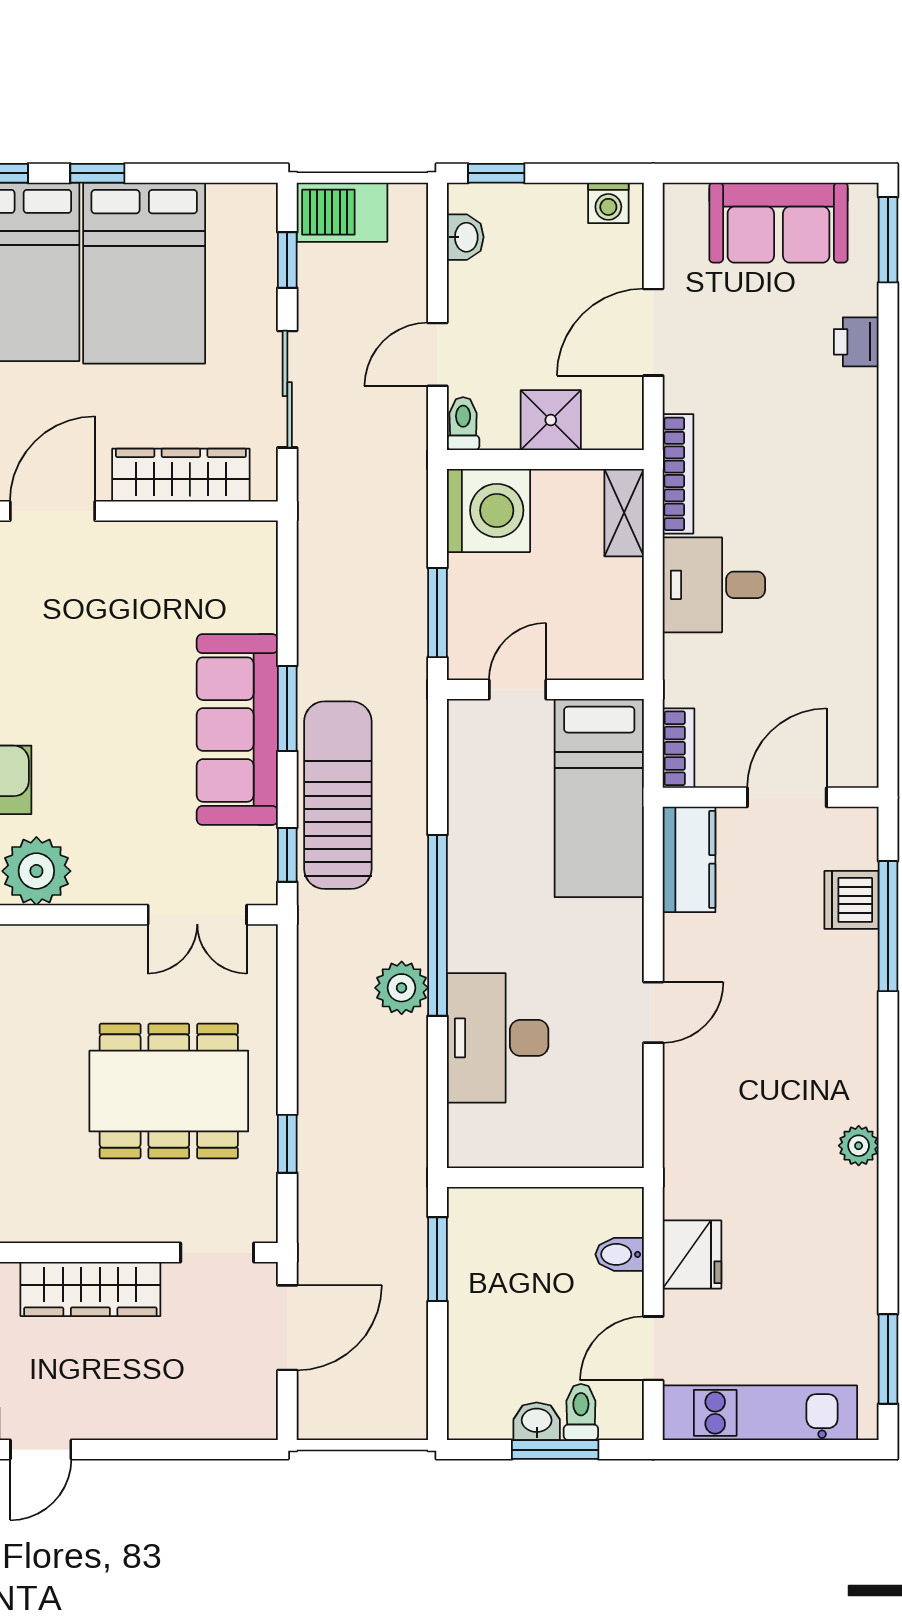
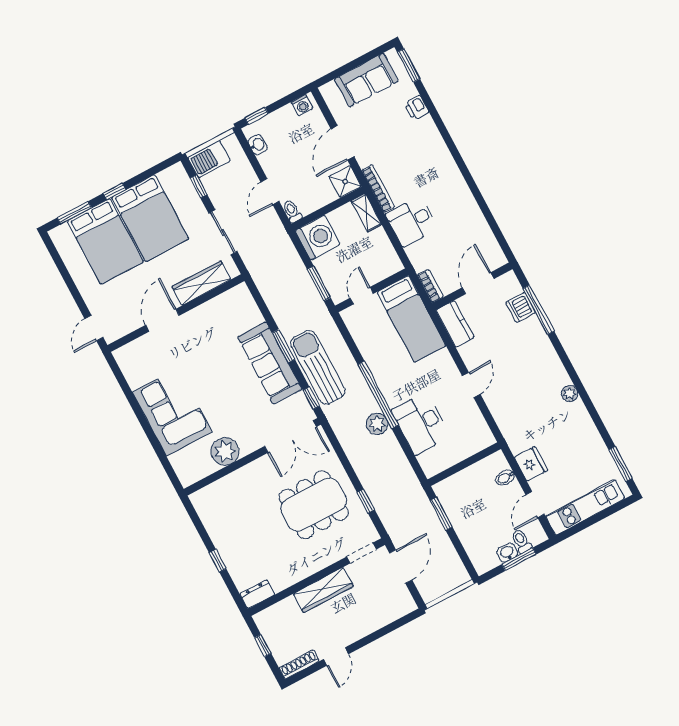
shower: (551, 420) -> (345, 182), moved
double door: (197, 915) -> (290, 436), width x1.37

